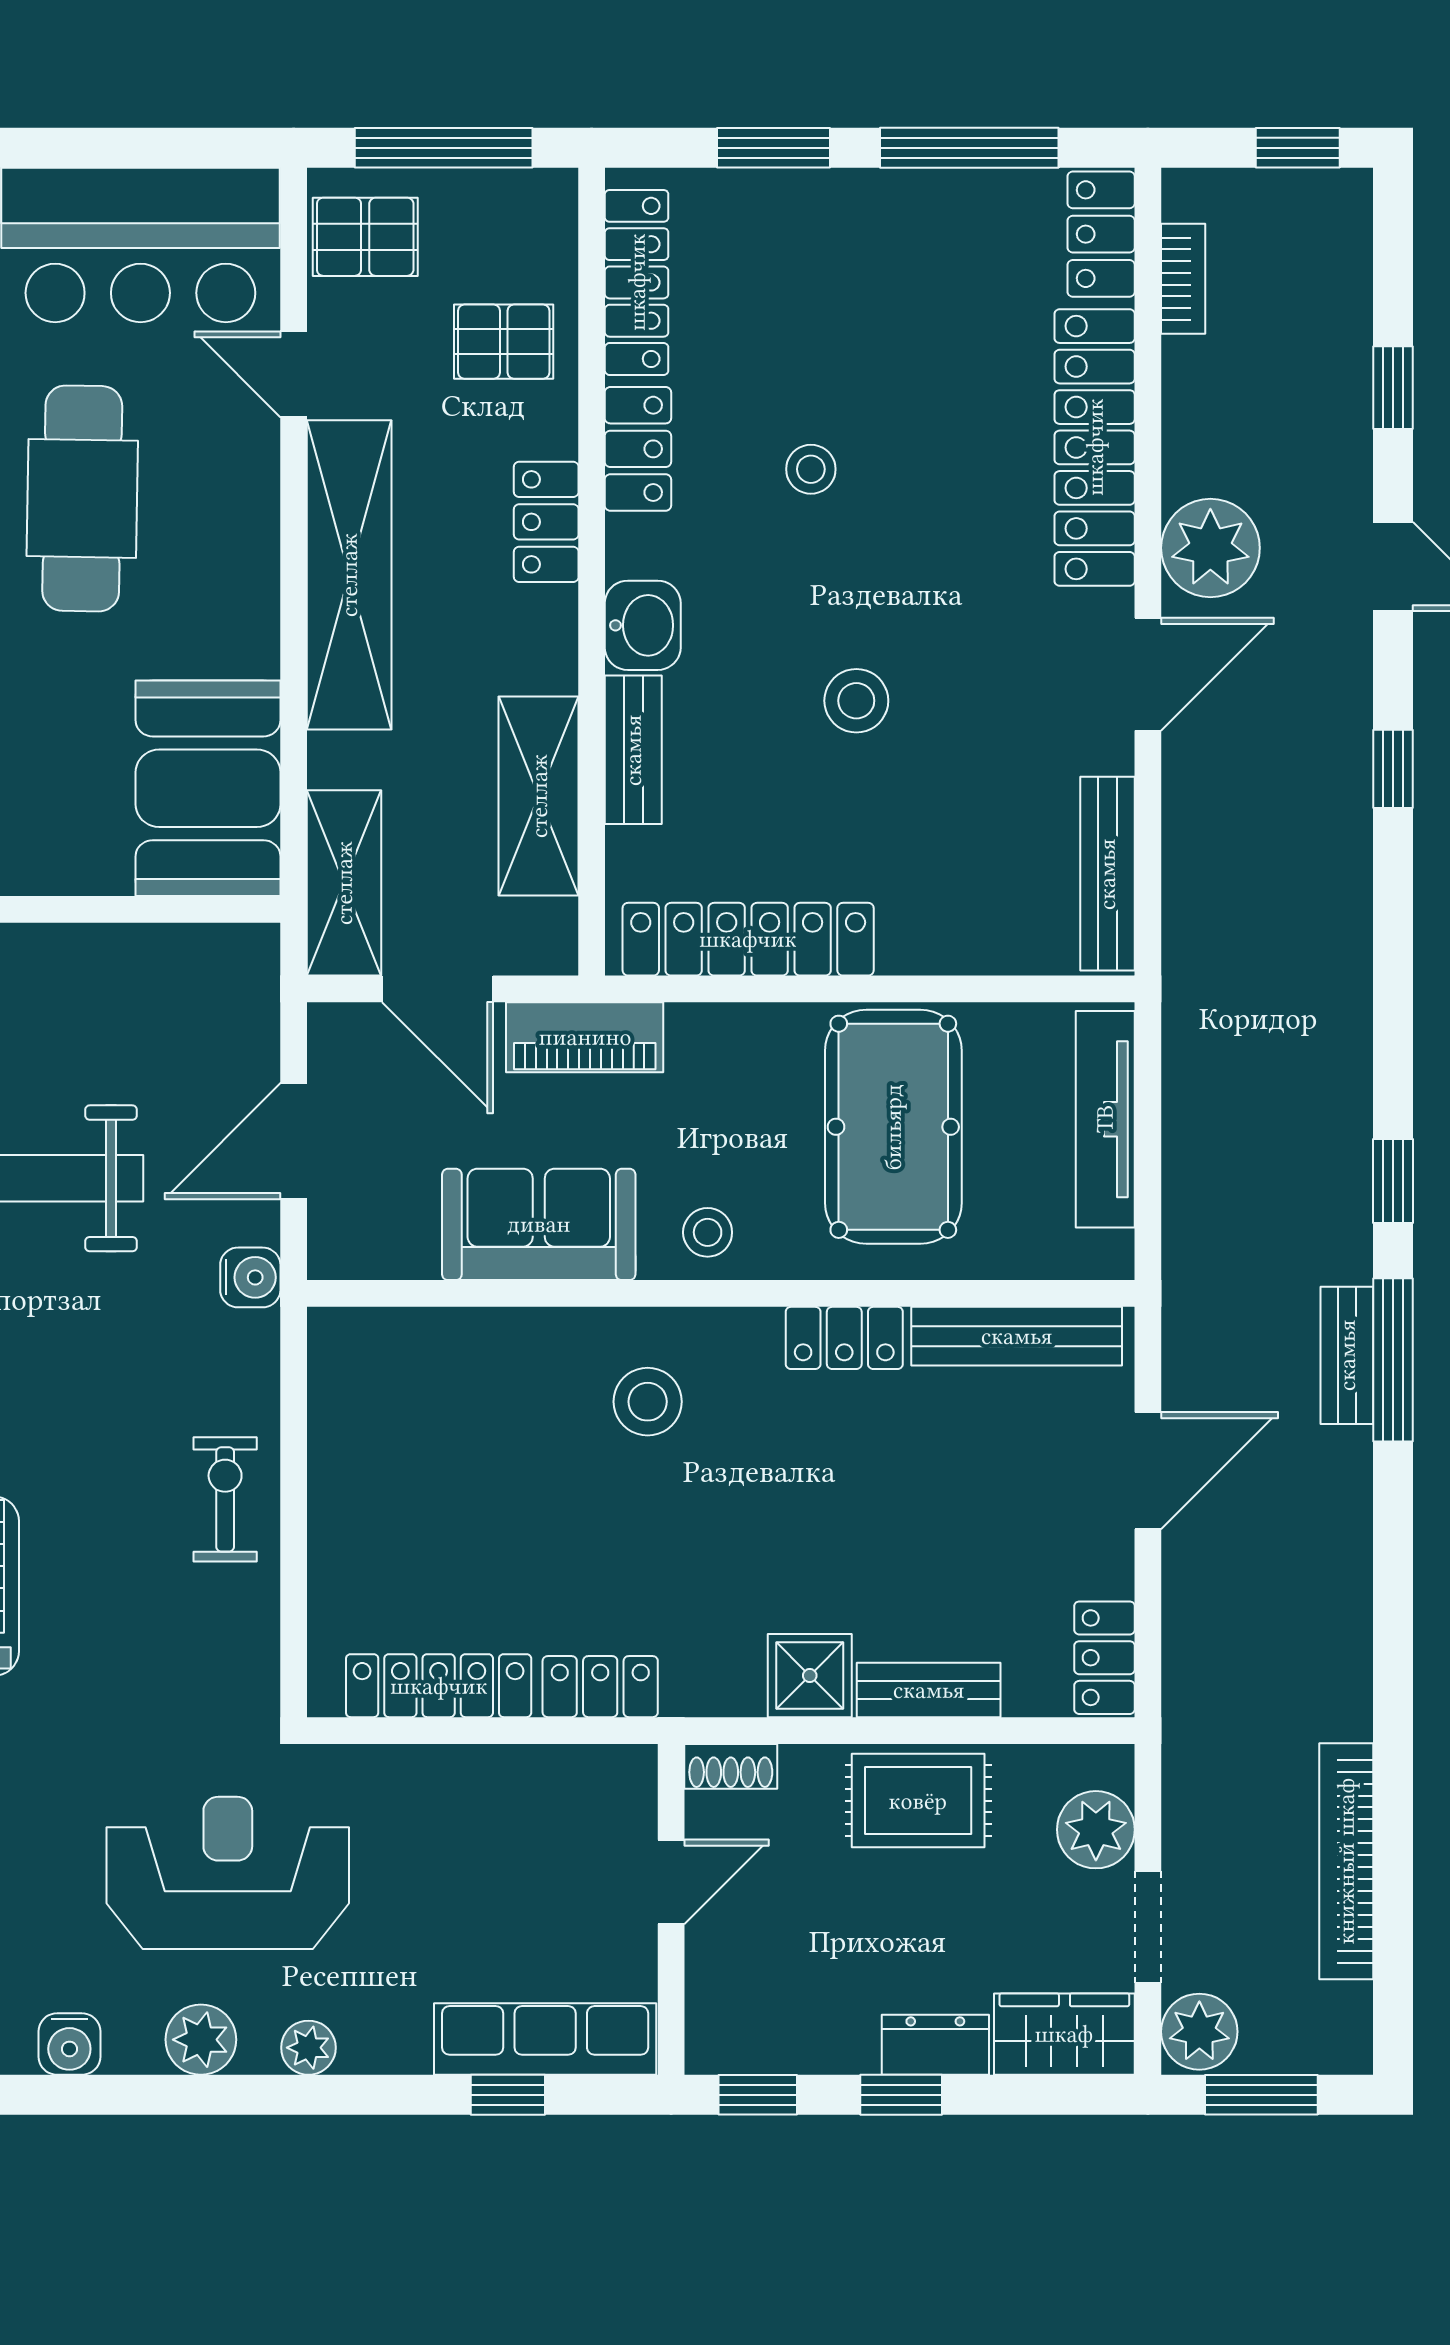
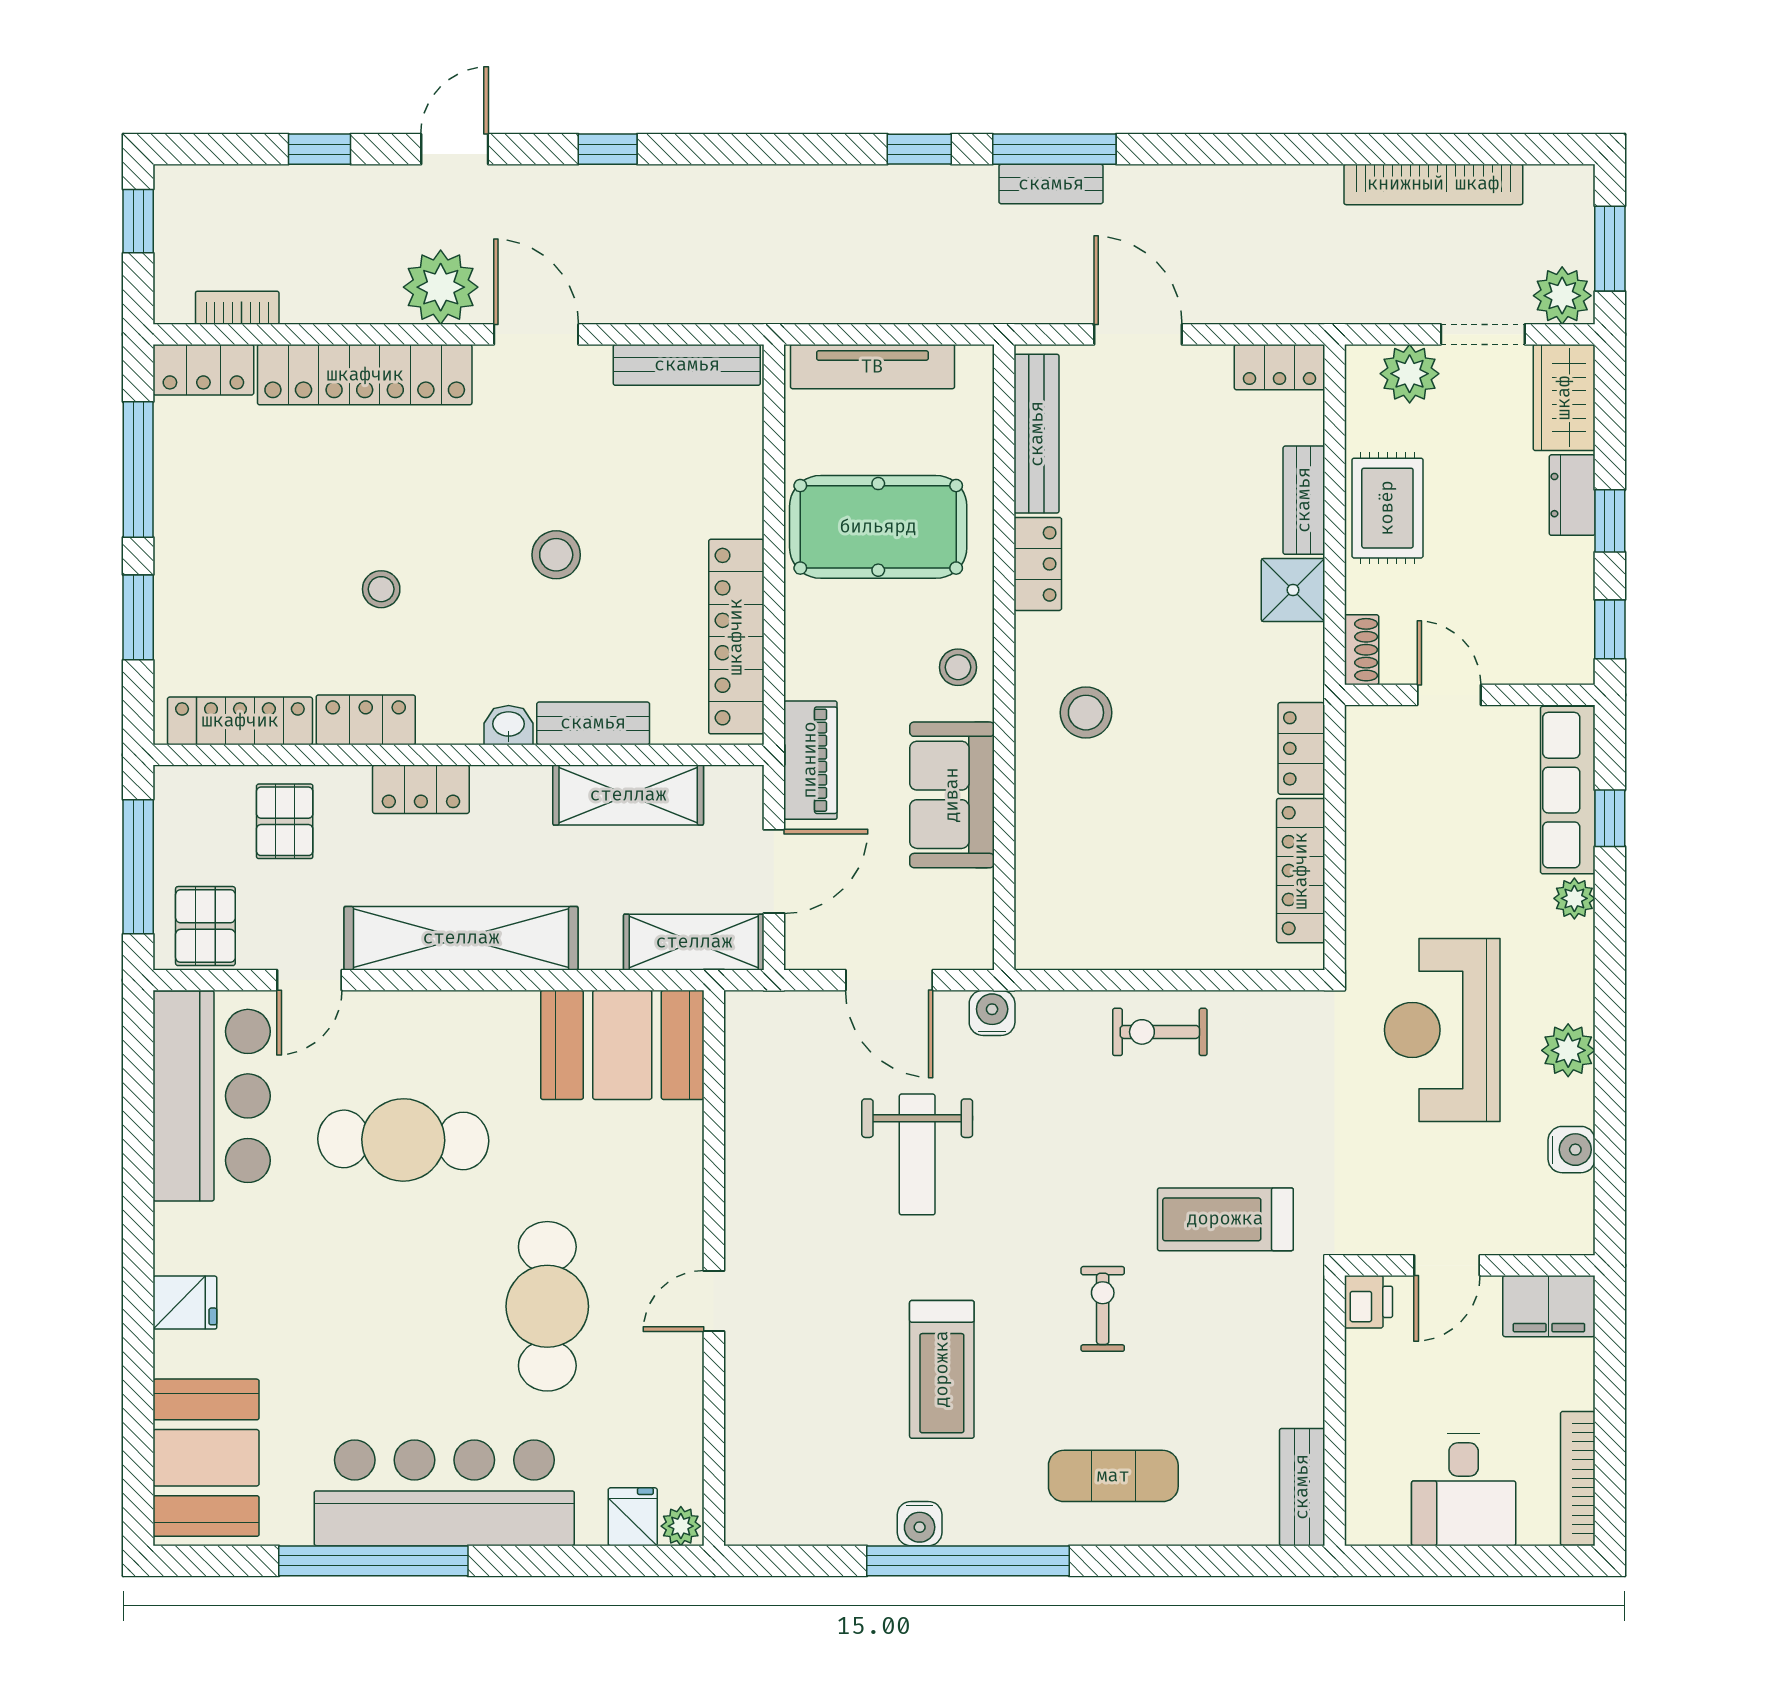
washbasin: (643, 625) -> (509, 725), width x0.72, depth x0.69
plant: (308, 2048) -> (1574, 898), moved

